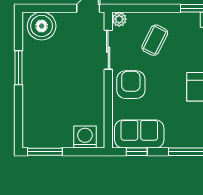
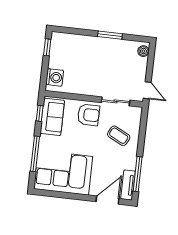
plant: (119, 19) -> (137, 112), removed
boiler: (42, 26) -> (143, 51), width x0.54, depth x0.54
window: (45, 152) -> (47, 47), width x0.67

